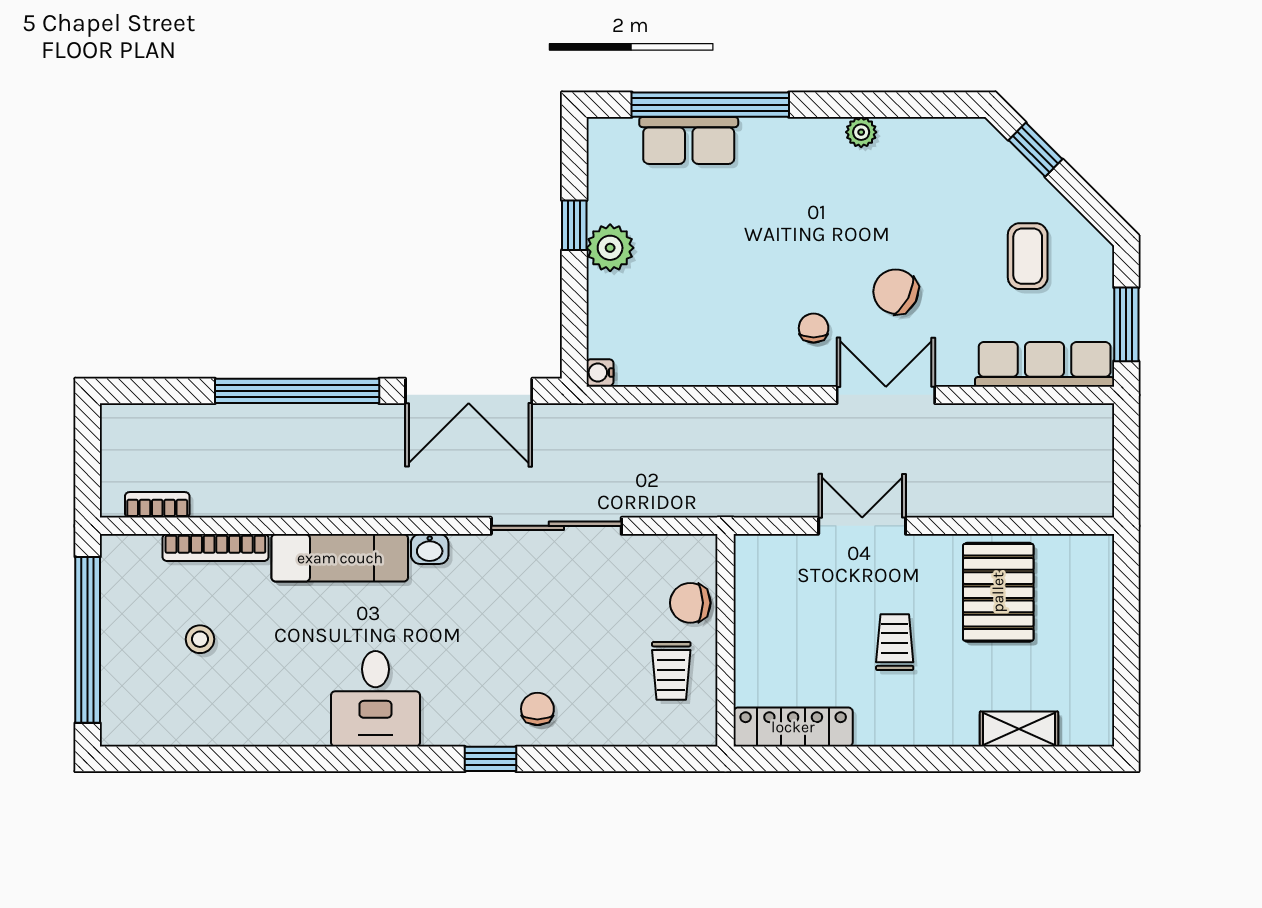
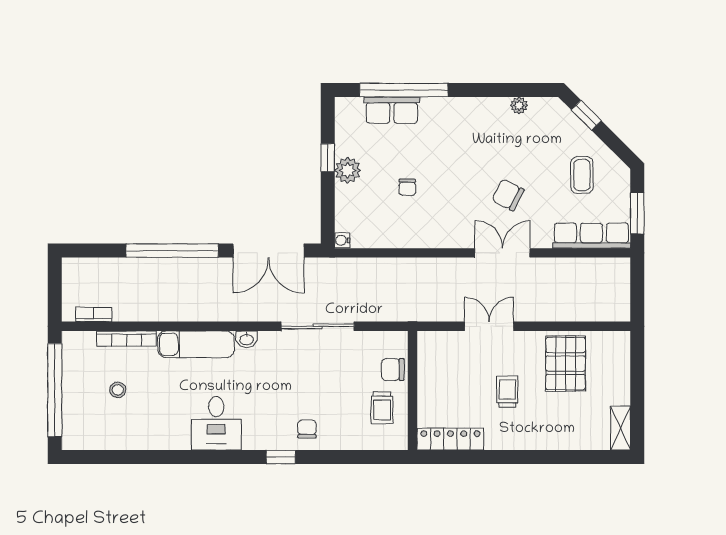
plant: (861, 132) -> (519, 105), moved
chair: (814, 328) -> (407, 187), moved, turned 180
shelving: (1019, 729) -> (621, 428), moved, turned 90

